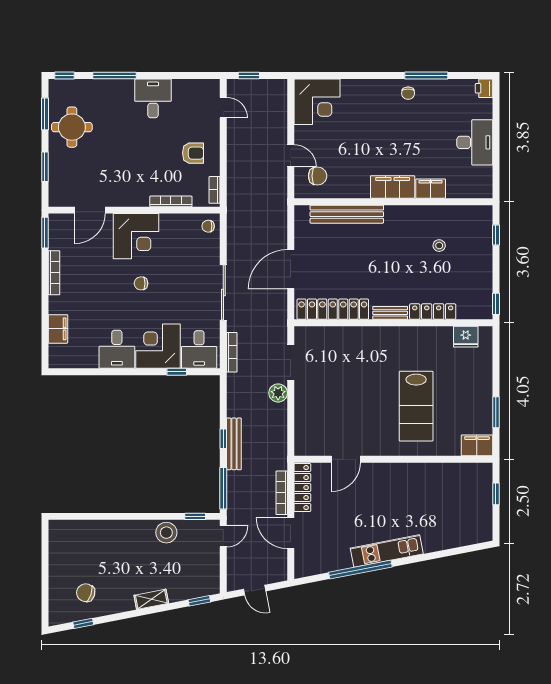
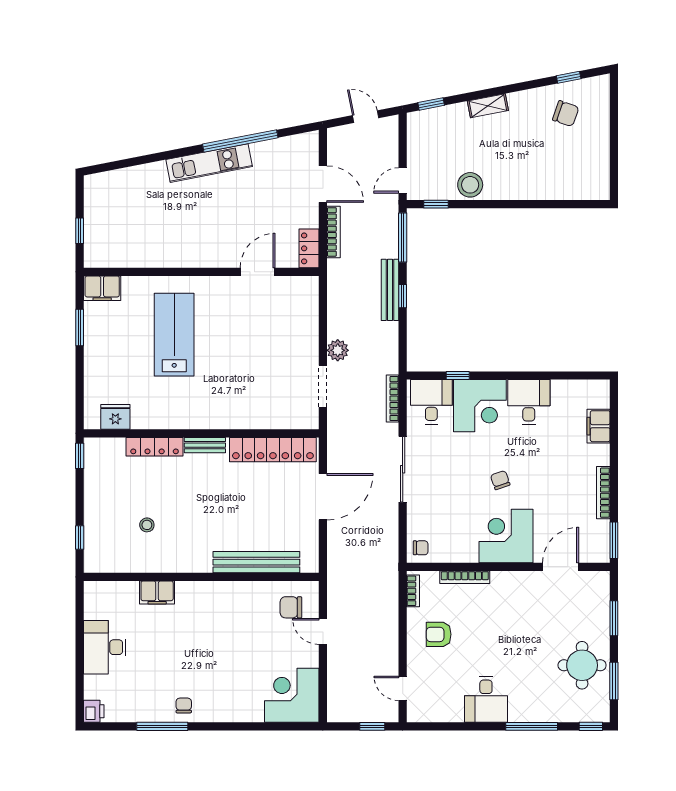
filing cabinet: (393, 187) -> (202, 594), removed
chair: (141, 283) -> (500, 480), turned -109
locker: (302, 488) -> (309, 248), width x0.66

